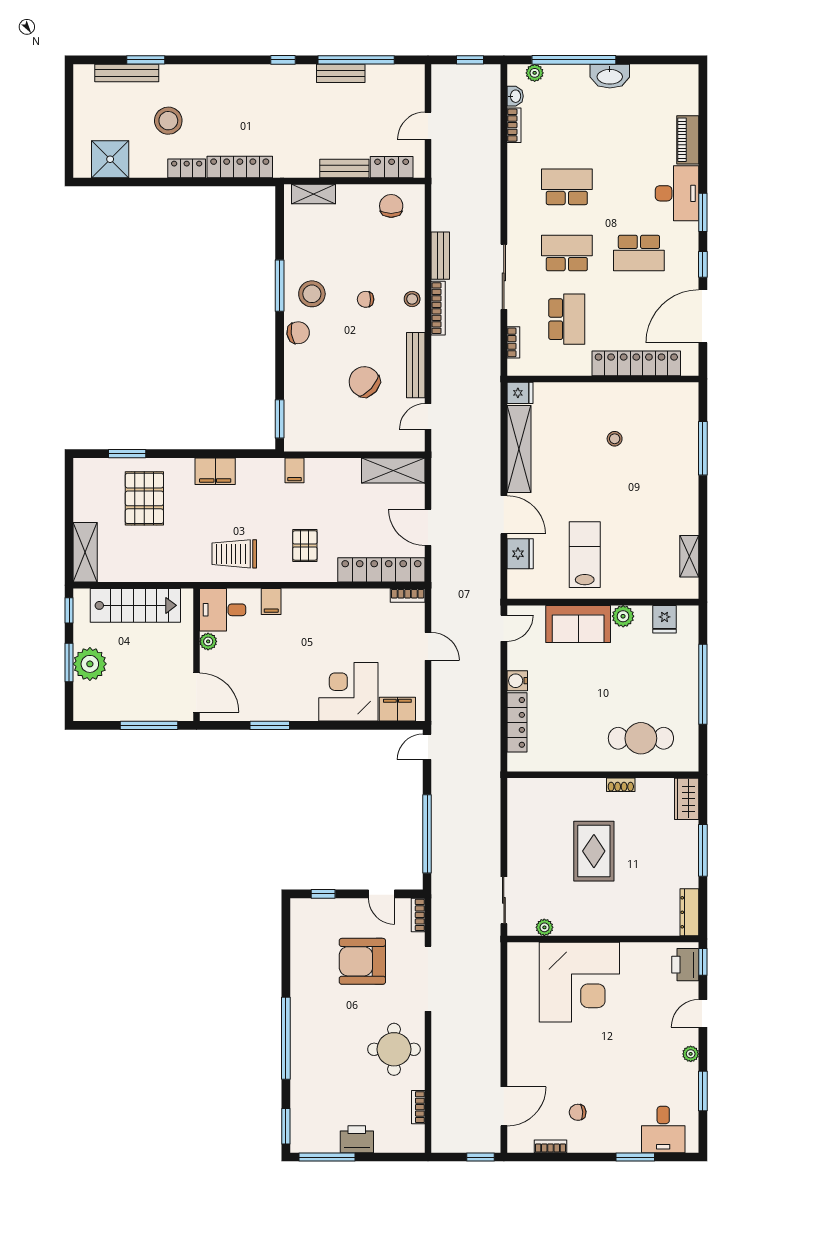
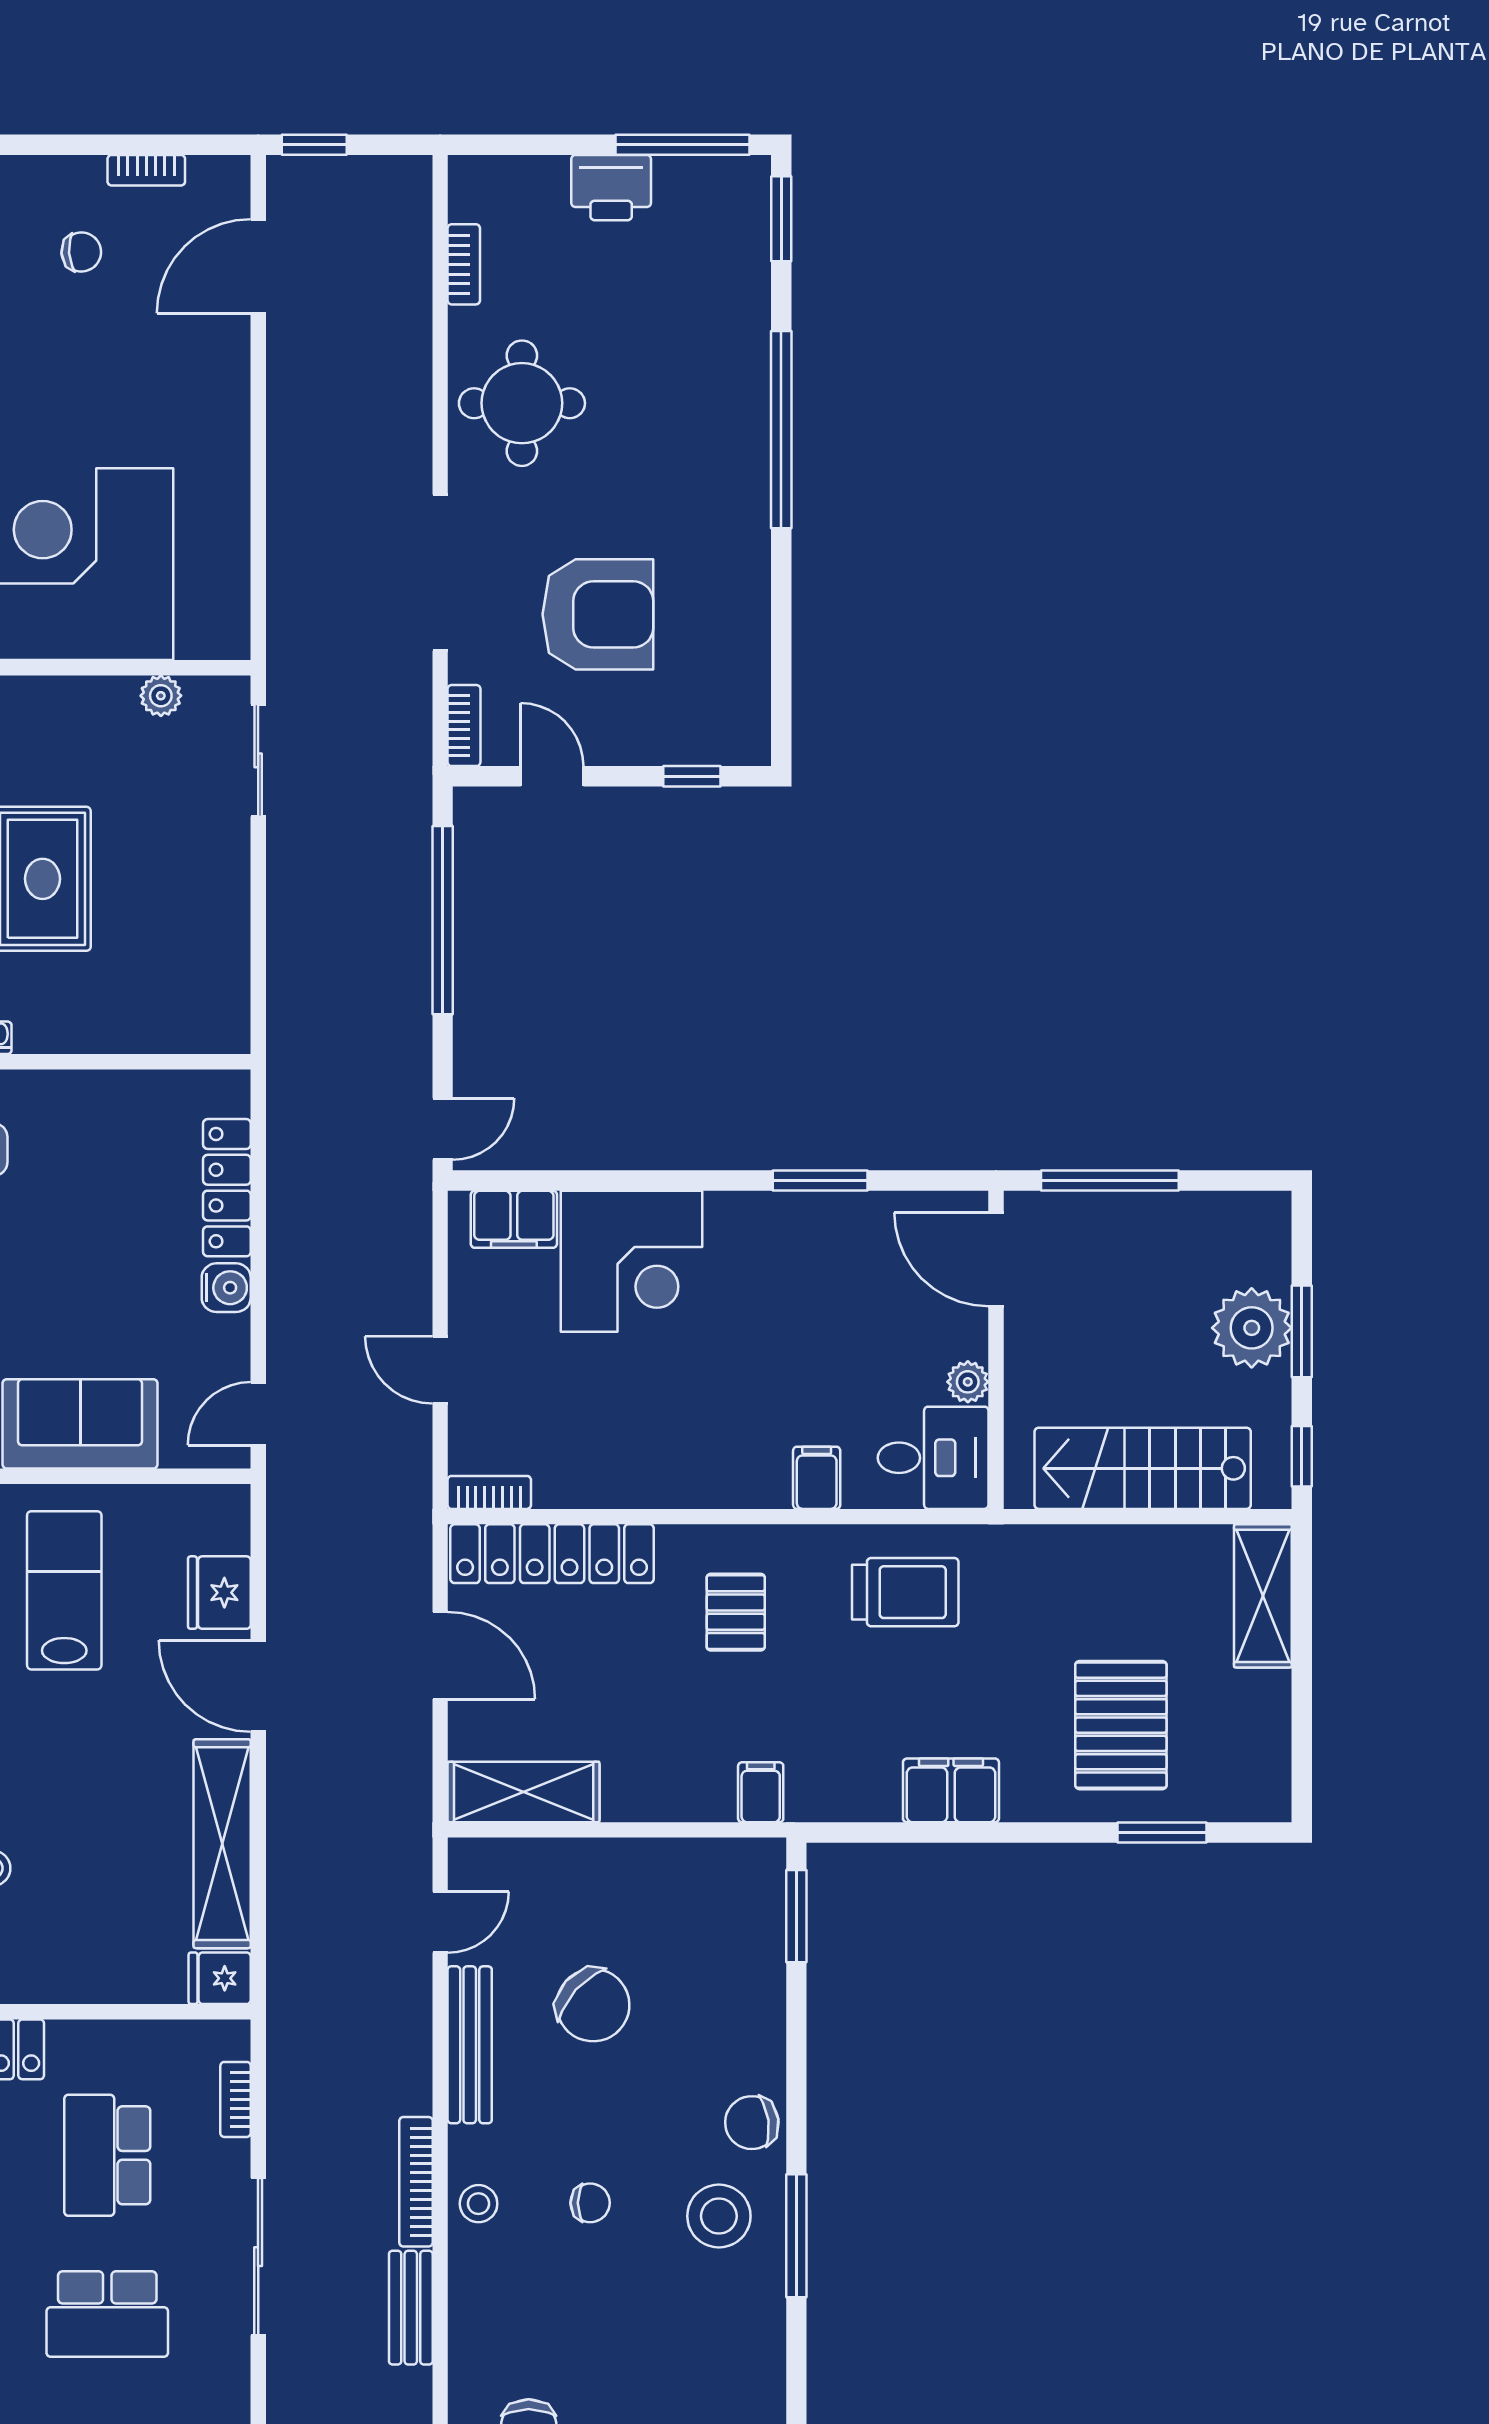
lab bench: (585, 555) -> (64, 1590), turned 180

